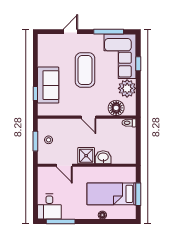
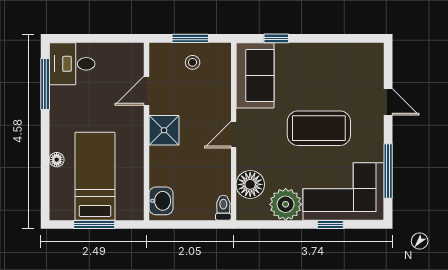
sofa: (48, 85) -> (255, 75), moved, turned -90
washbasin: (103, 157) -> (161, 201), moved

